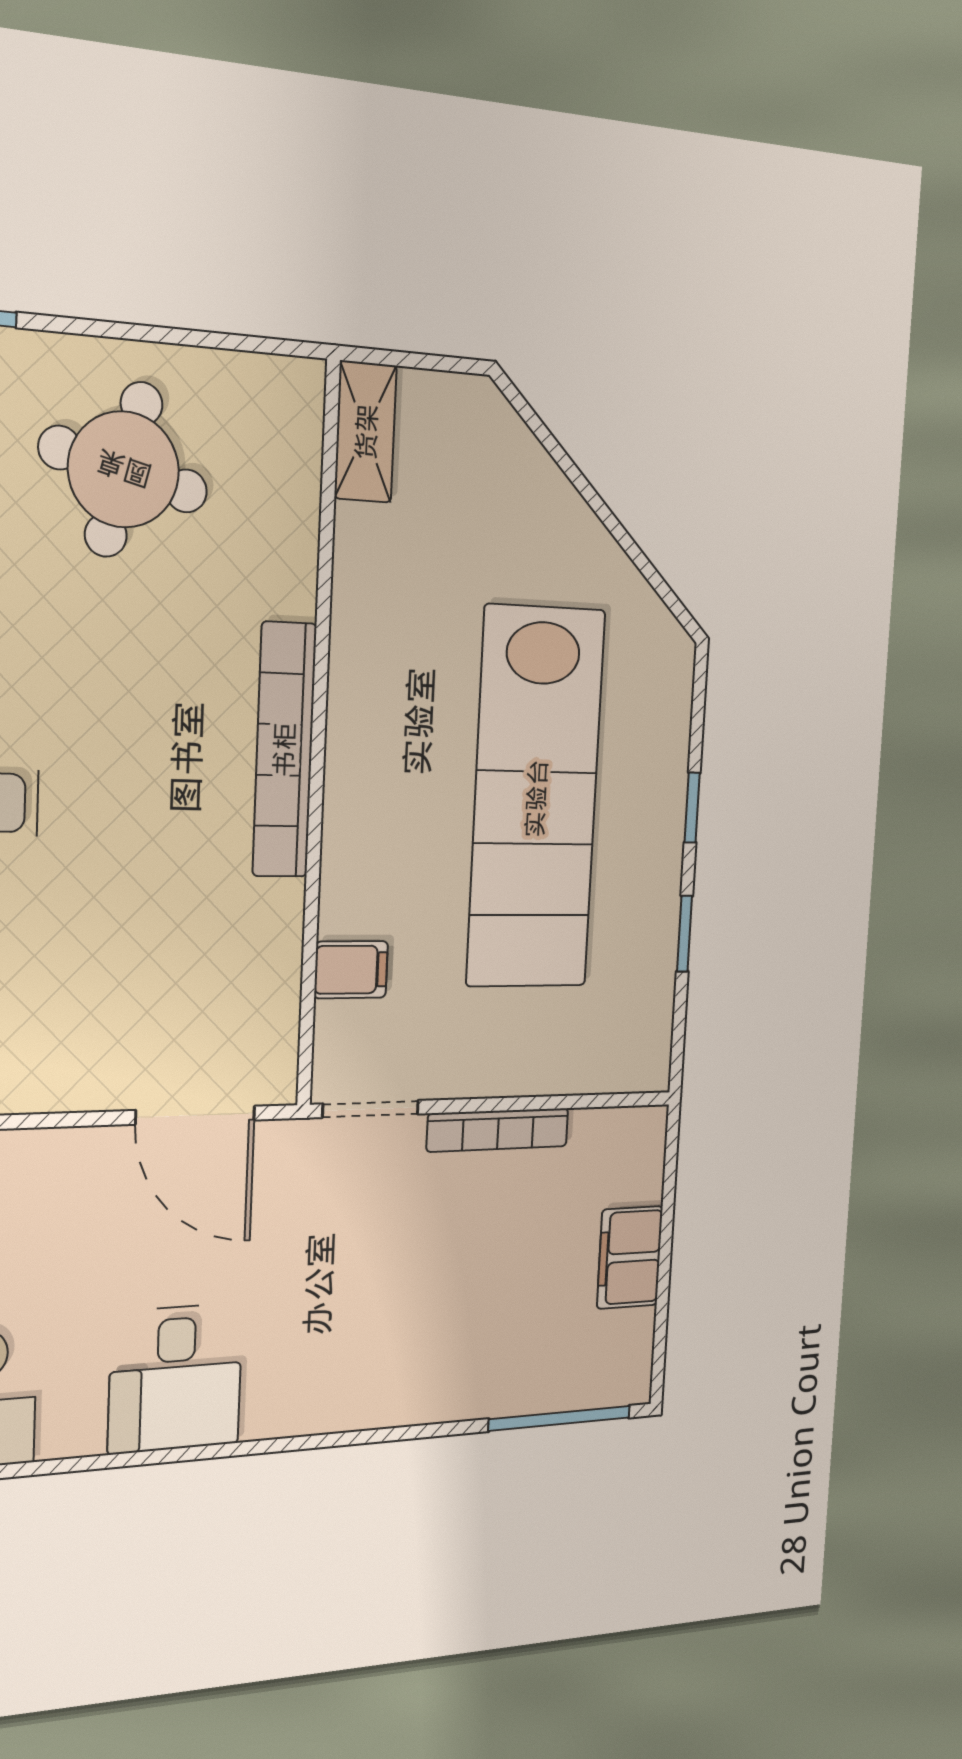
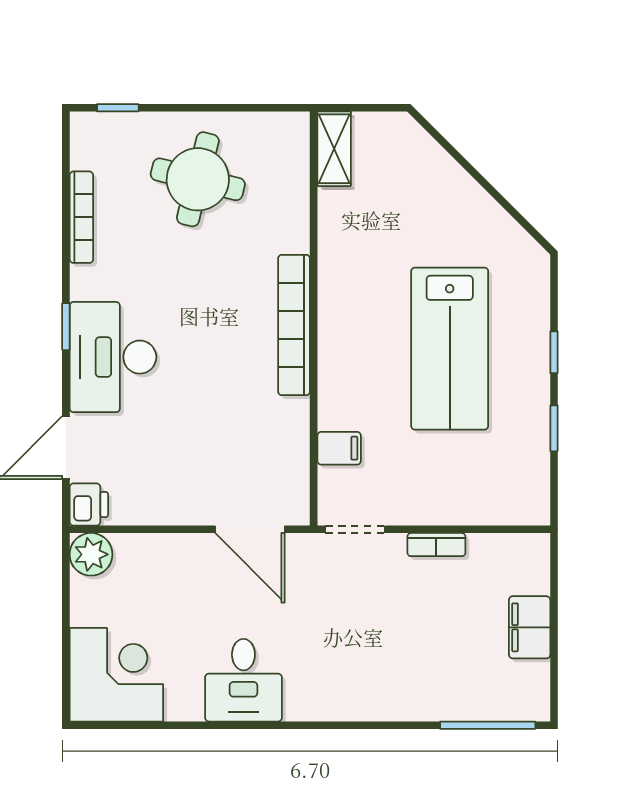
lab bench: (536, 798) -> (450, 349), width x0.73
bookcase: (498, 1130) -> (436, 545), width x0.64

